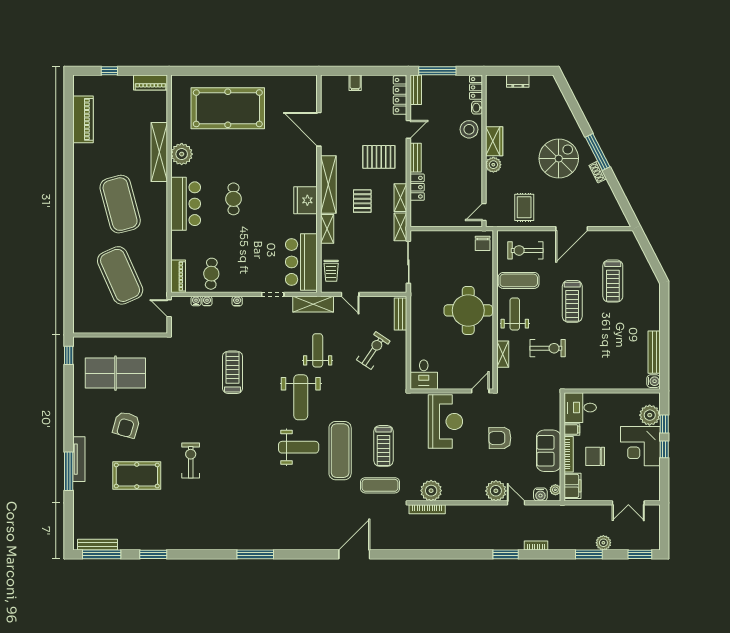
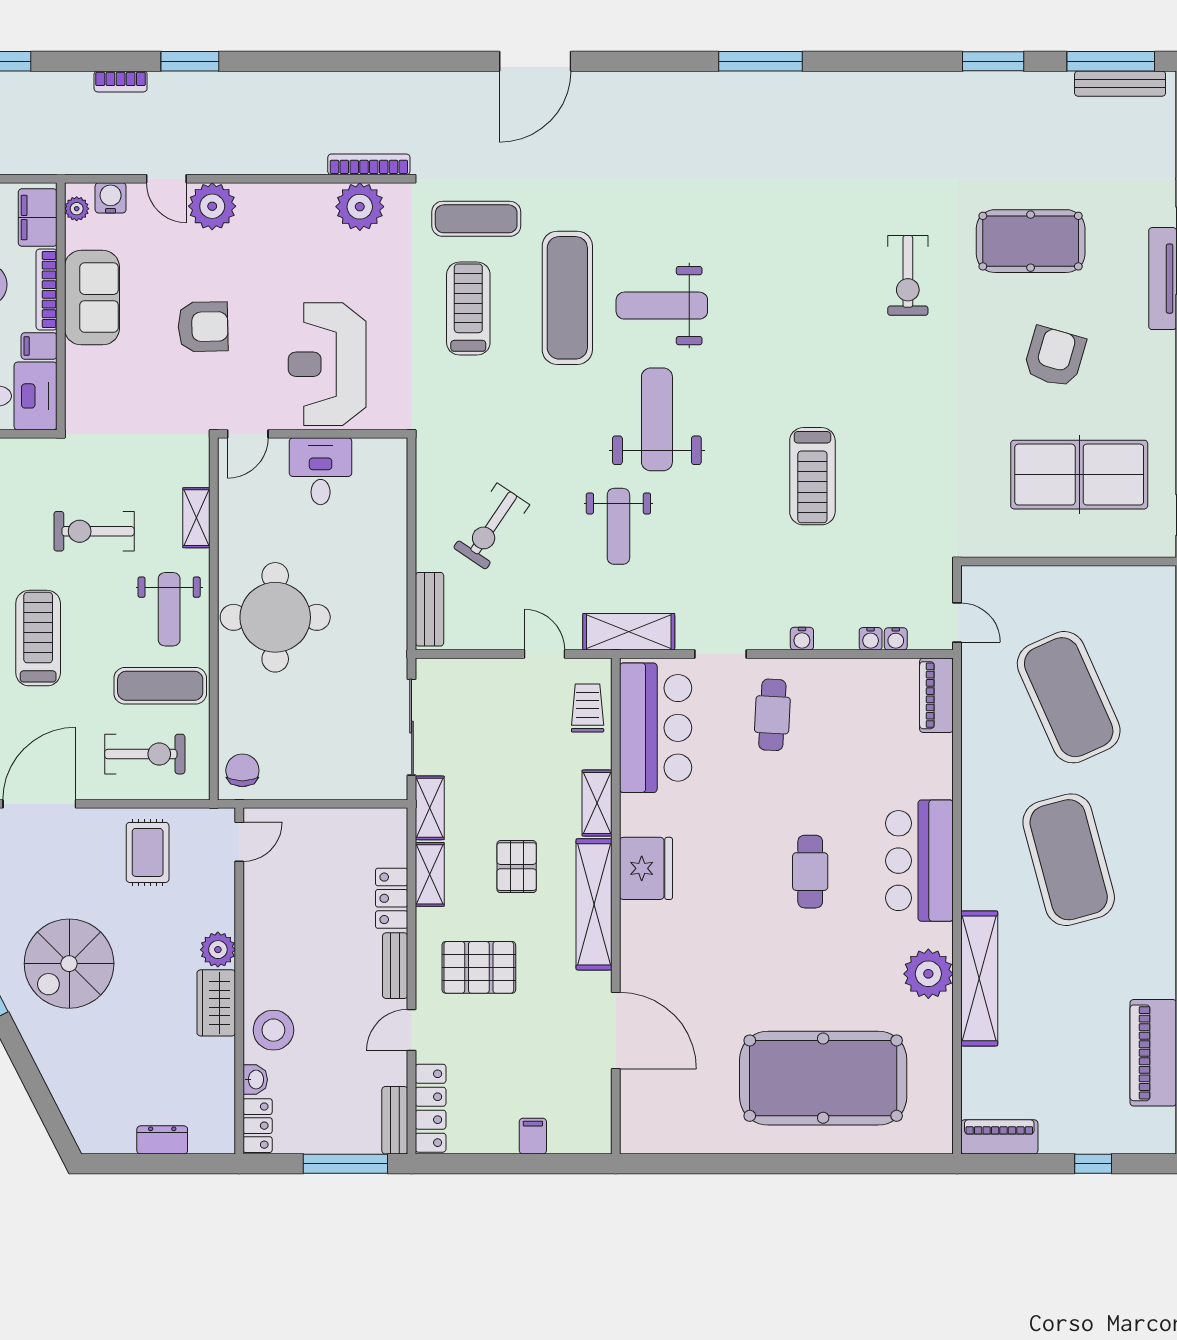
cafe table: (211, 274) -> (772, 715), moved
desk: (424, 375) -> (321, 471), moved

